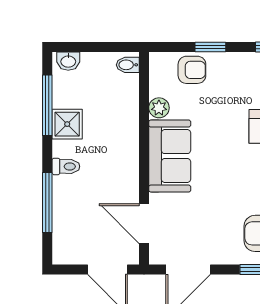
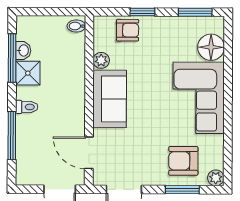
washbasin: (68, 61) -> (23, 50), moved, turned -90

